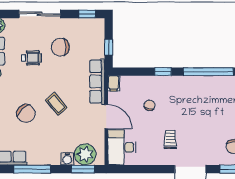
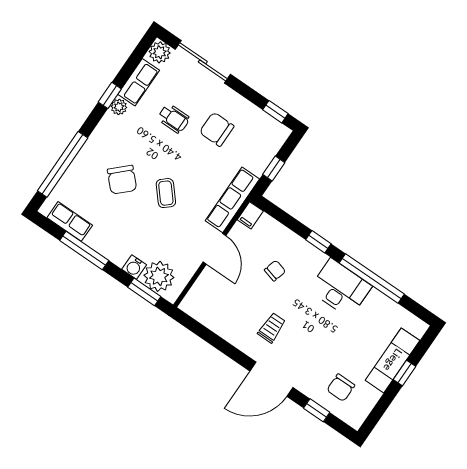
sliding door: (40, 14) -> (203, 62), moved
desk: (122, 147) -> (340, 288), moved, turned 90

